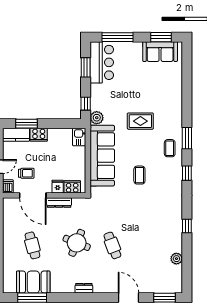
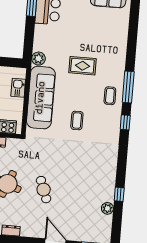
window: (86, 104) -> (29, 43), removed
kitchen sink: (79, 137) -> (18, 88), moved
window: (187, 138) -> (128, 87), width x1.44
window: (187, 226) -> (119, 194), moved

